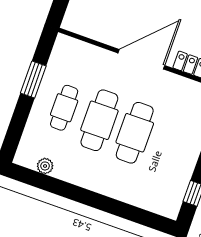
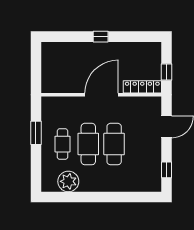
plant: (45, 166) -> (68, 181), width x1.87, depth x1.87

